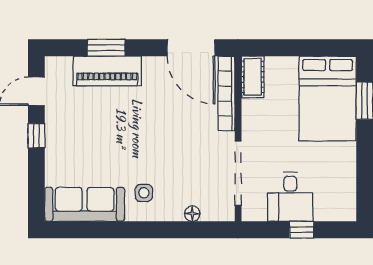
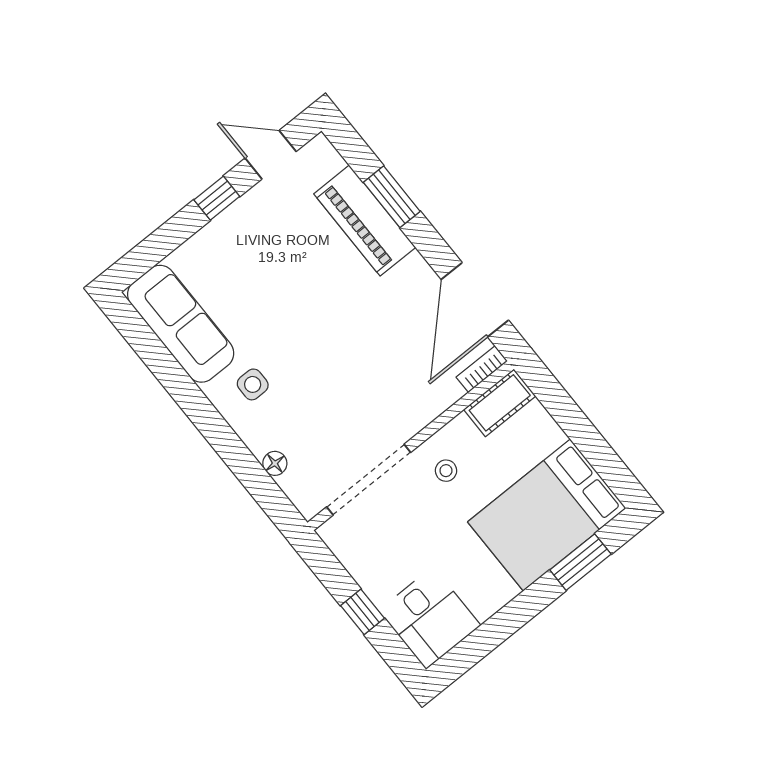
bookcase: (227, 93) -> (482, 369), width x0.43, depth x0.76
stool: (265, 131) -> (446, 471), added
desk: (290, 197) -> (430, 618), moved, turned -90

